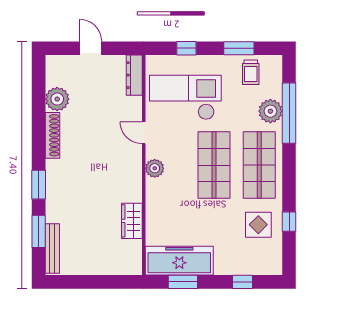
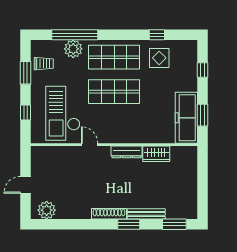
dresser: (134, 75) -> (127, 152), moved
plant: (57, 99) -> (47, 210), moved
door: (144, 133) -> (90, 145), swing flipped
shoe rack: (52, 135) -> (109, 214), moved
plant: (155, 168) -> (116, 136), removed
window: (39, 231) -> (174, 224), moved
bench: (52, 249) -> (146, 214), moved

